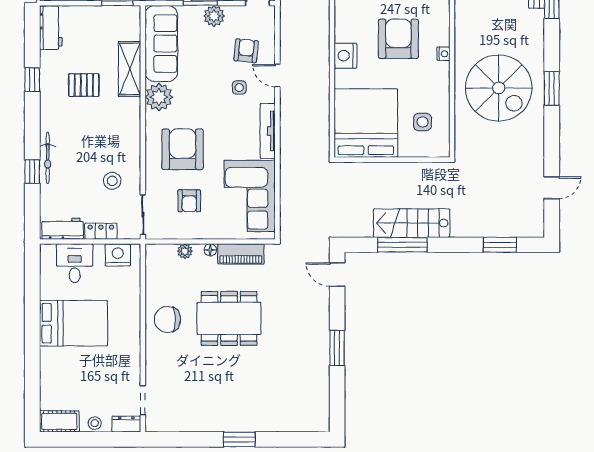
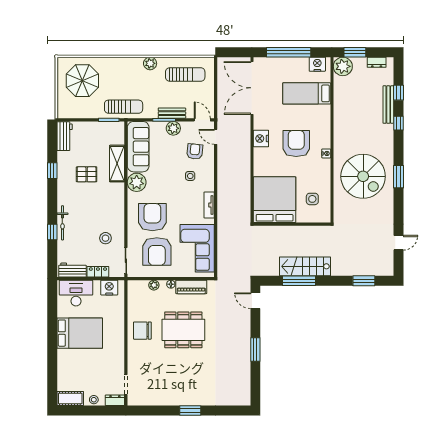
nightstand: (345, 56) -> (261, 139), moved
door: (277, 76) -> (216, 137), moved
tv unit: (268, 131) -> (209, 205), width x0.71
armchair: (189, 201) -> (157, 251), width x1.88, depth x1.88
desk: (75, 263) -> (76, 293), width x1.37

